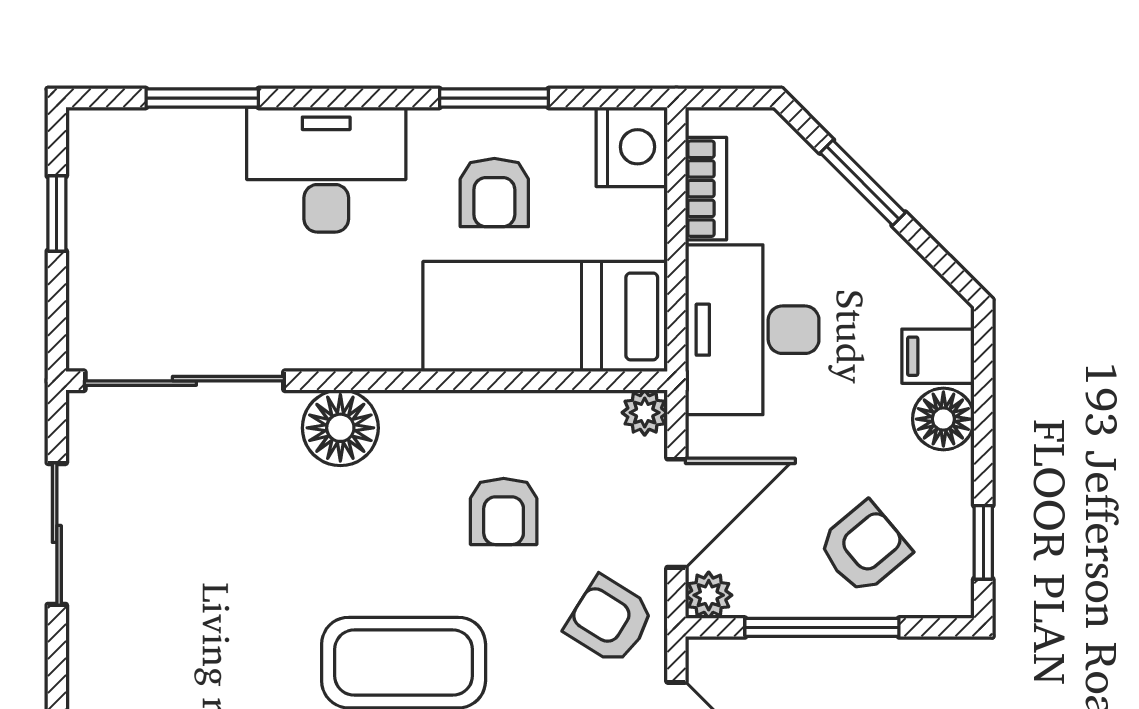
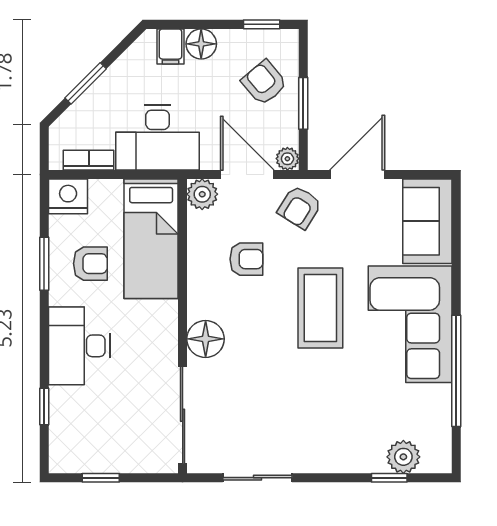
window: (202, 98) -> (44, 407), width x0.67
plant: (645, 413) -> (202, 194), width x1.38, depth x1.38
window: (822, 627) -> (303, 103), width x0.69

